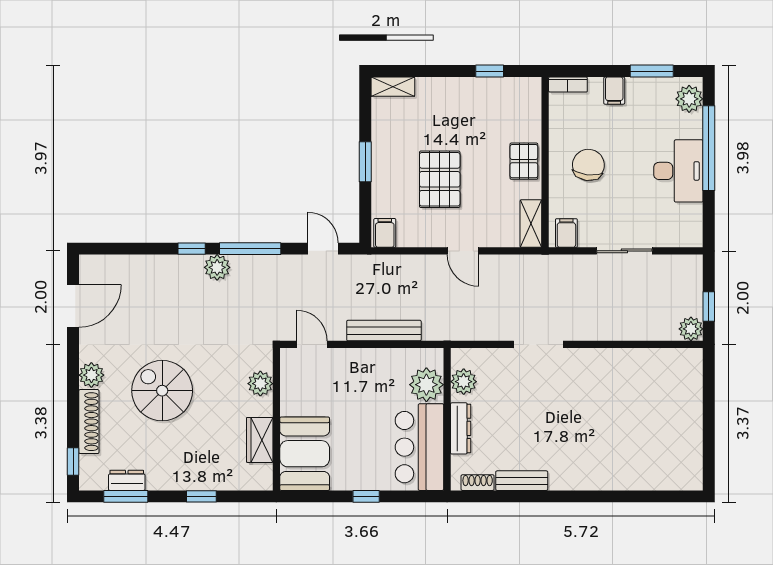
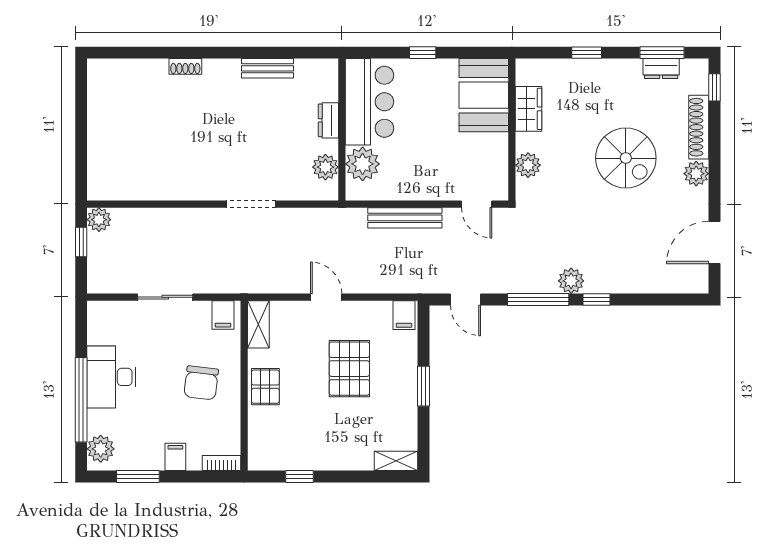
dresser: (461, 428) -> (328, 120), width x0.70
shoe rack: (478, 483) -> (185, 66), moved

